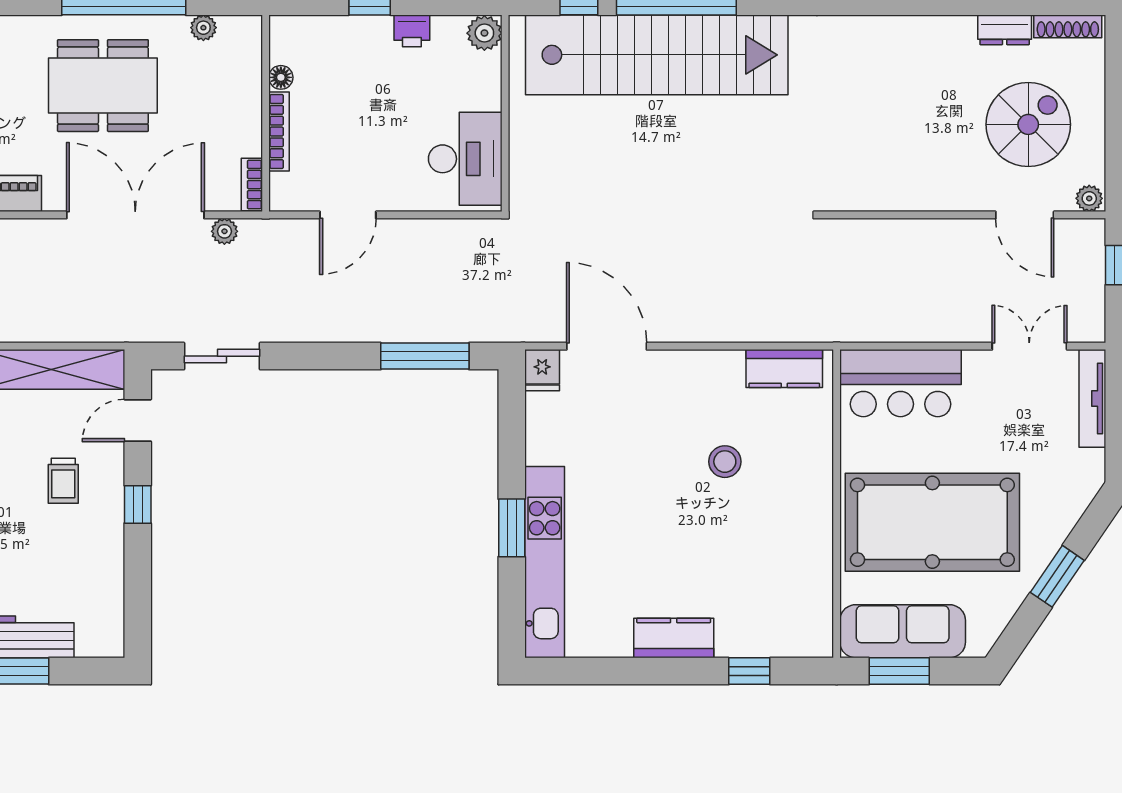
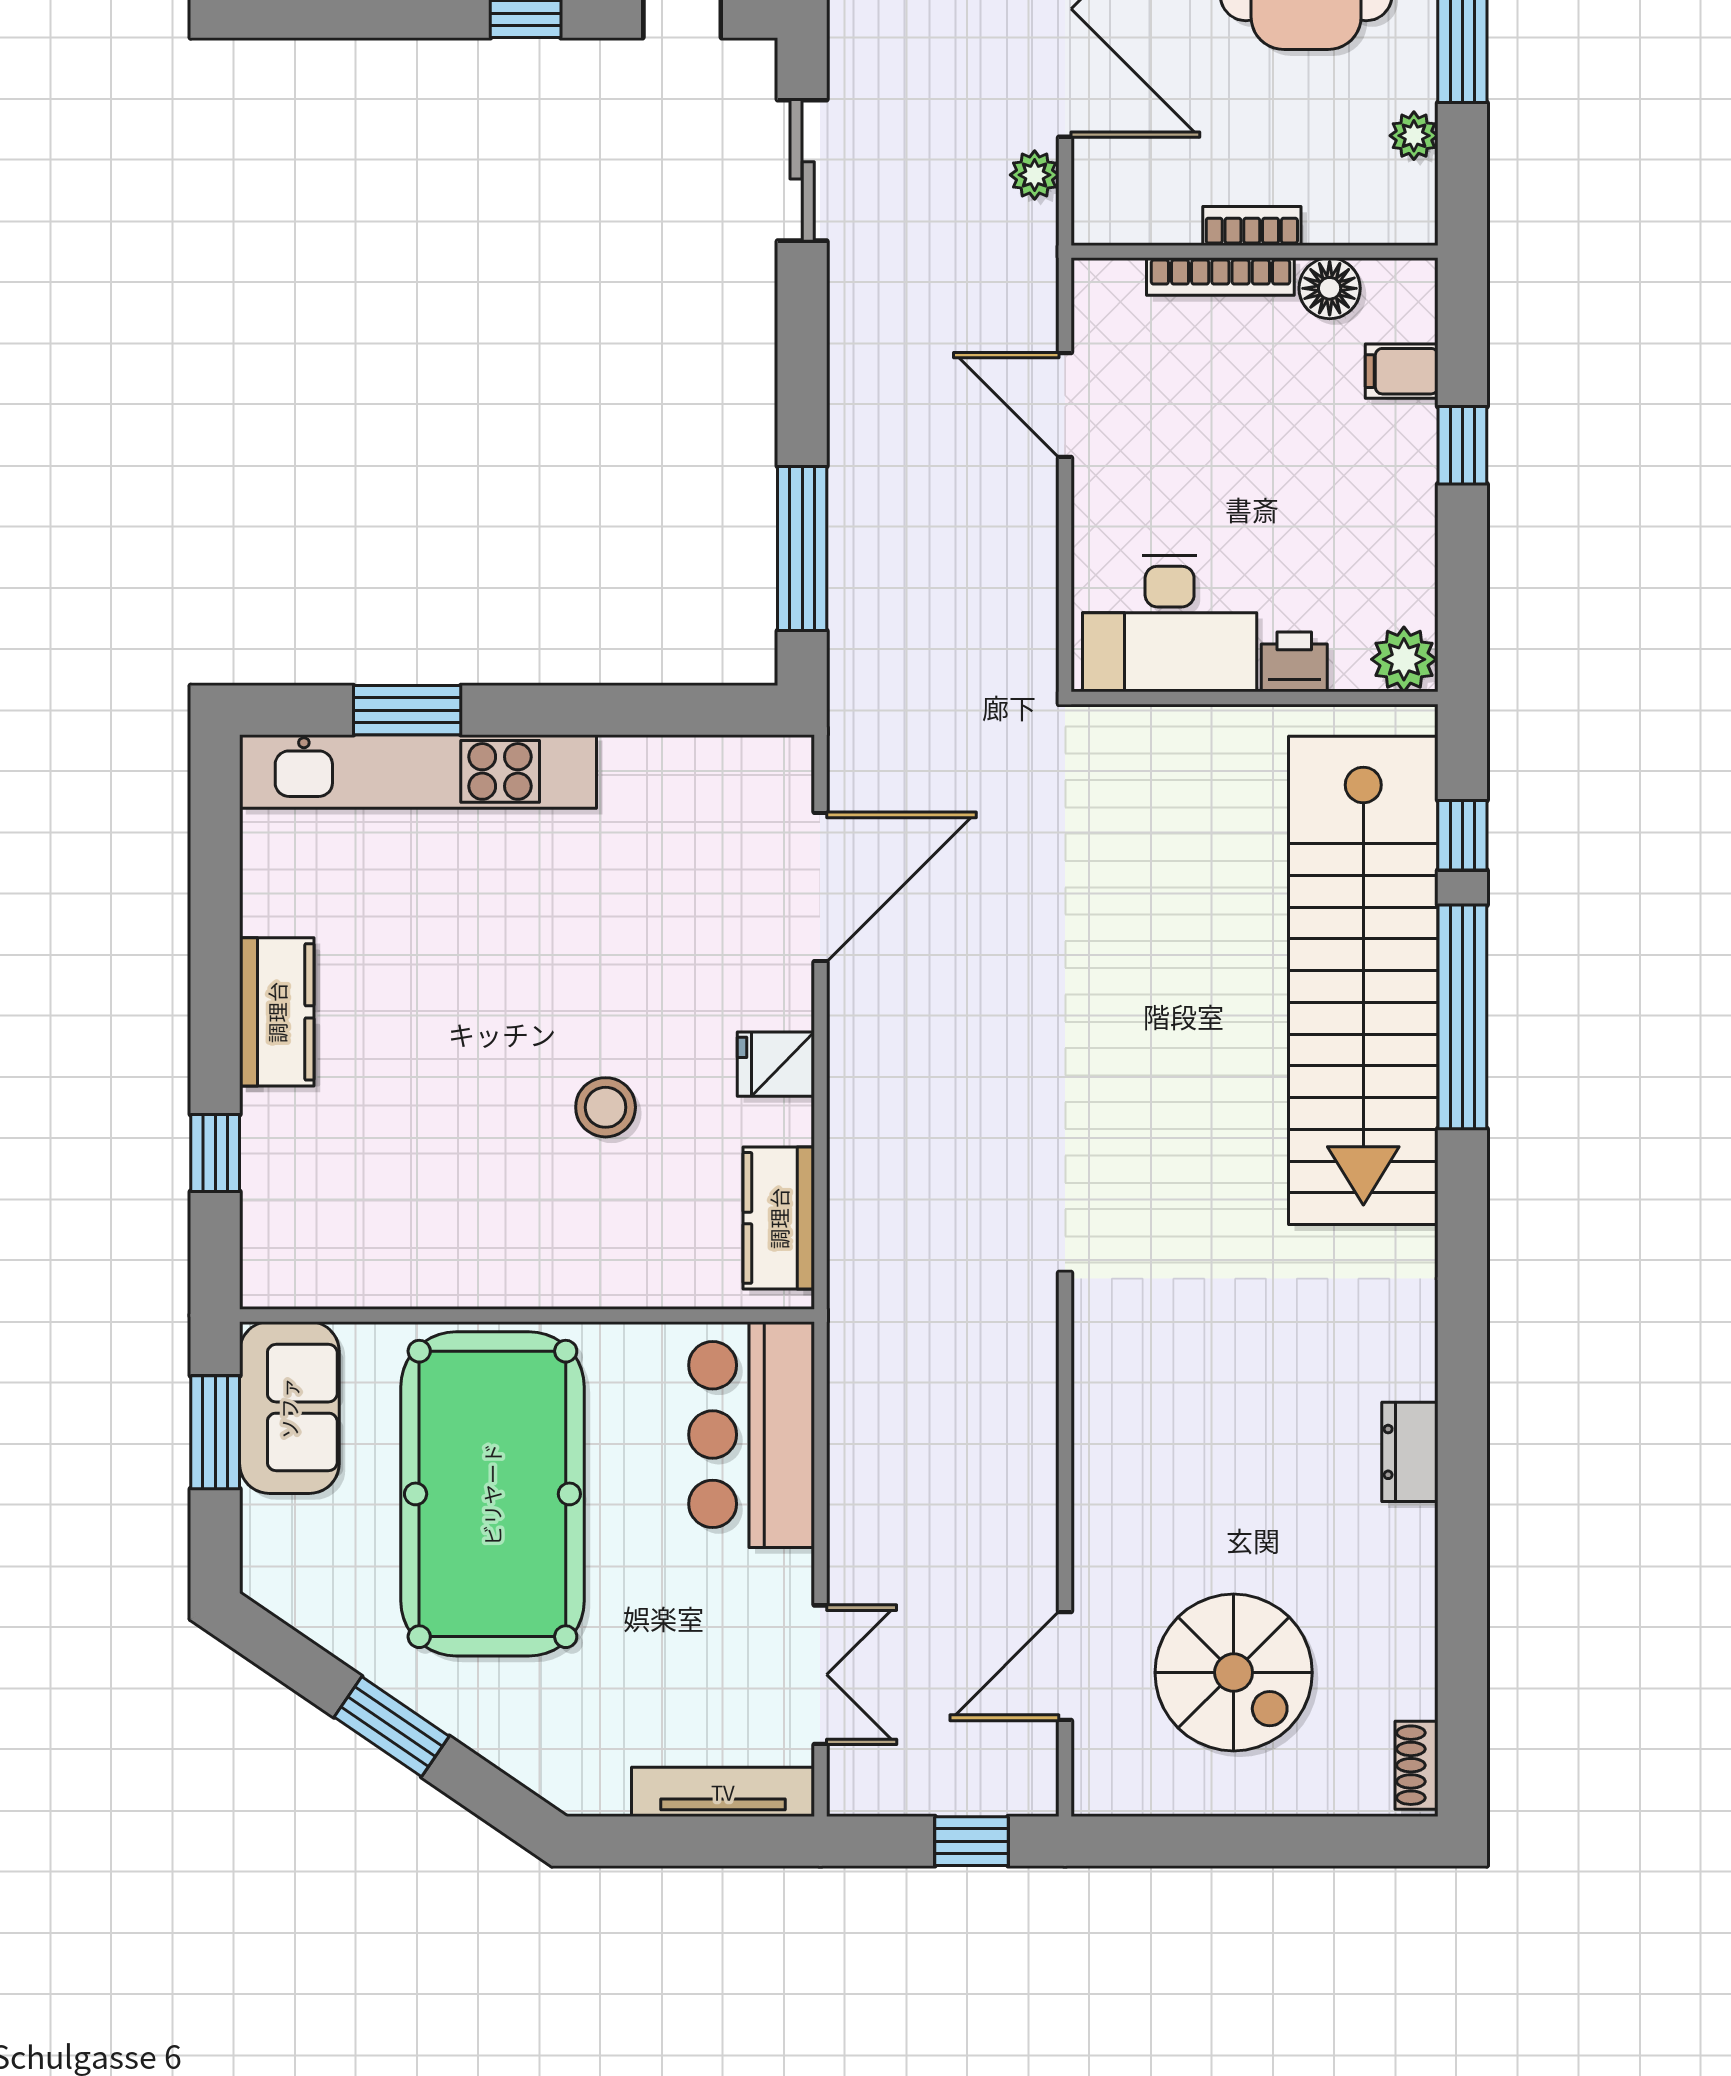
shoe rack: (1068, 26) -> (1416, 1765), width x0.70
dresser: (1005, 30) -> (1410, 1452), moved
printer: (412, 31) -> (1294, 662), moved, turned 90
filing cabinet: (330, 34) -> (1402, 371), added
floor lamp: (281, 77) -> (1330, 288), width x1.37, depth x1.37
bookcase: (252, 185) -> (1252, 226), moved
plant: (1089, 198) -> (1096, 1786), removed
fridge: (542, 370) -> (776, 1064), moved
window: (512, 528) -> (407, 710), moved
sofa: (903, 631) -> (289, 1408), width x0.73

